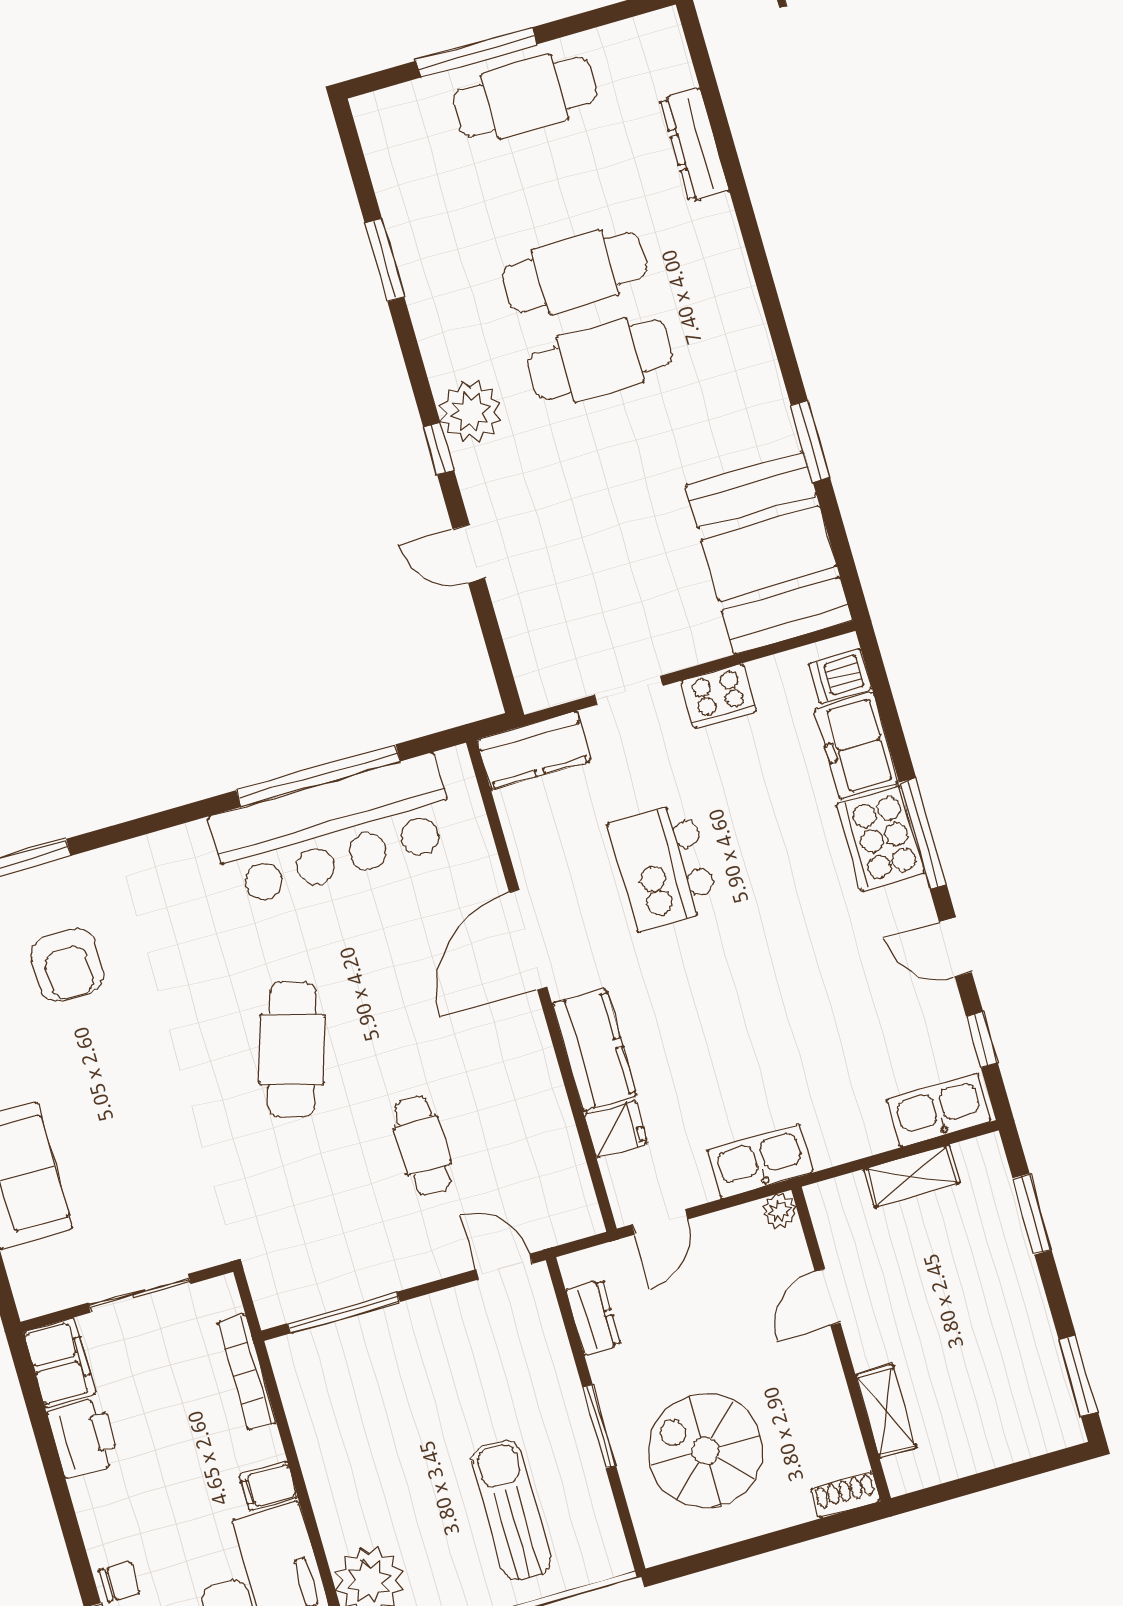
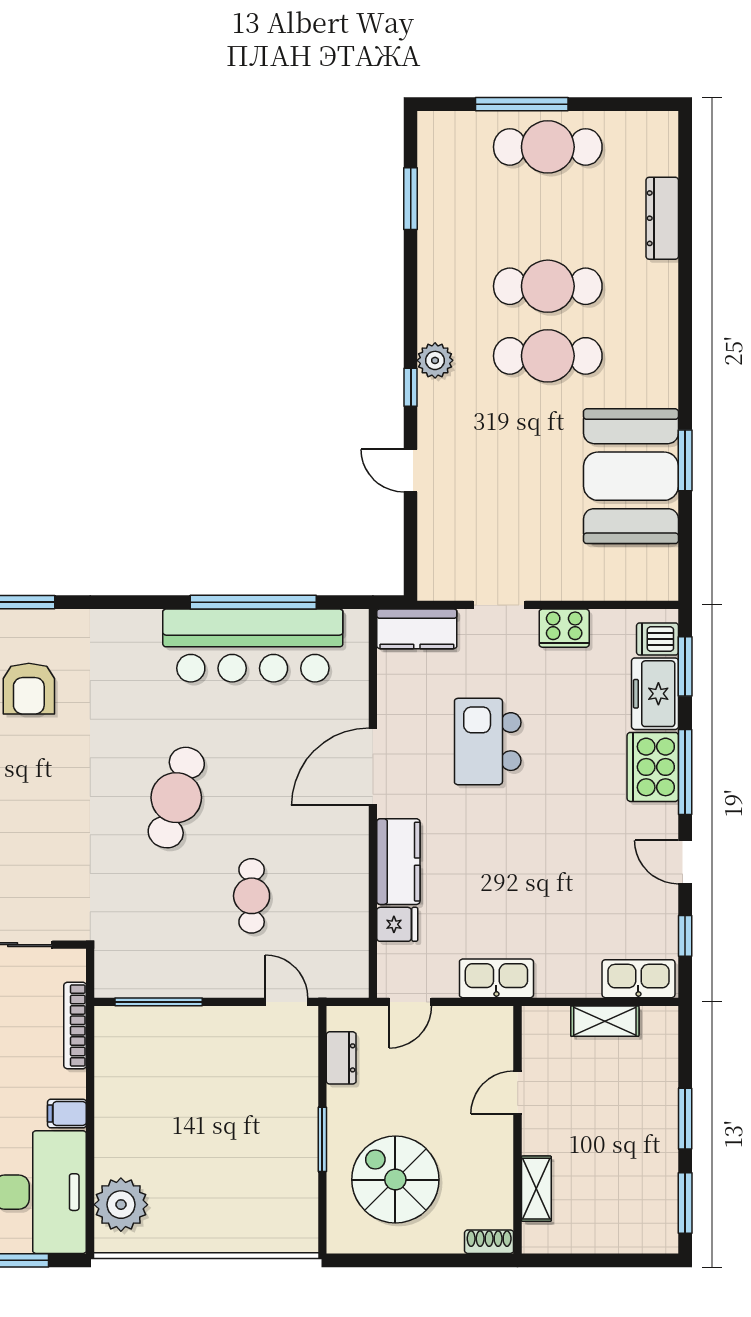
window: (385, 260) -> (411, 199), moved
plant: (470, 412) -> (435, 360), width x0.73, depth x0.73
booth: (769, 553) -> (631, 476), moved
window: (885, 701) -> (685, 666), added
plant: (780, 1211) -> (500, 1019), removed
window: (1032, 1214) -> (685, 1119), moved
sun lounger: (511, 1510) -> (240, 1182), removed

